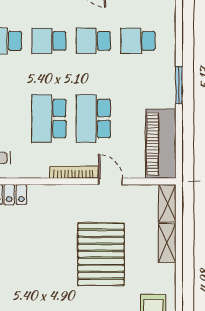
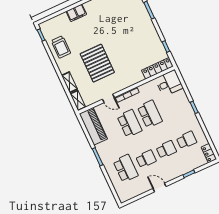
school desk: (138, 41) -> (126, 168), width x1.85

